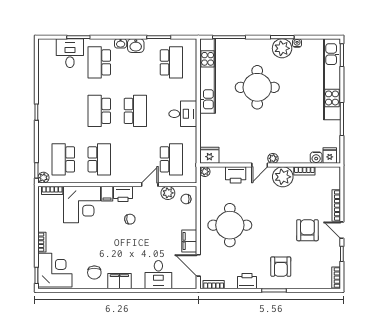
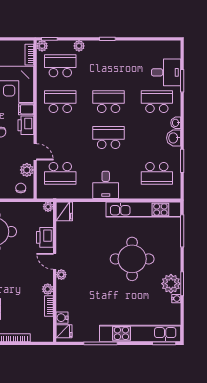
school desk: (135, 111) -> (109, 138), turned 180
plant: (43, 141) -> (79, 46), added
school desk: (99, 159) -> (60, 102), turned 180
plant: (283, 177) -> (48, 289), width x0.53, depth x0.53

